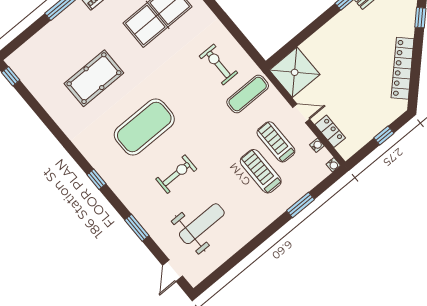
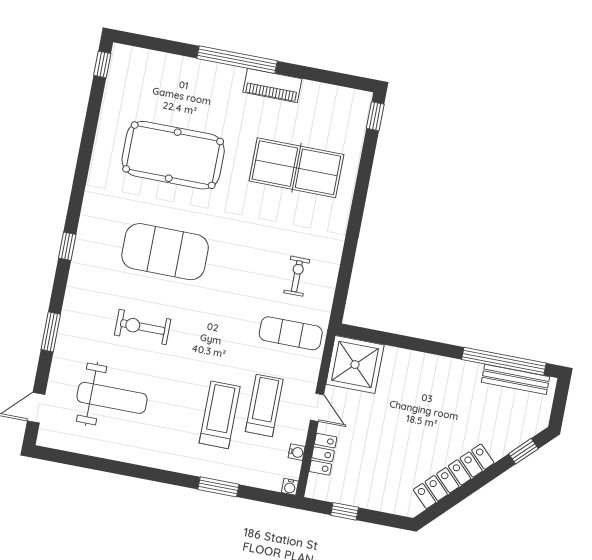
exercise bike: (218, 64) -> (297, 276), width x0.73, depth x0.72
pool table: (94, 78) -> (173, 155), width x1.36, depth x1.32
window: (384, 136) -> (345, 511), moved
exercise bike: (176, 174) -> (143, 327), turned 180

